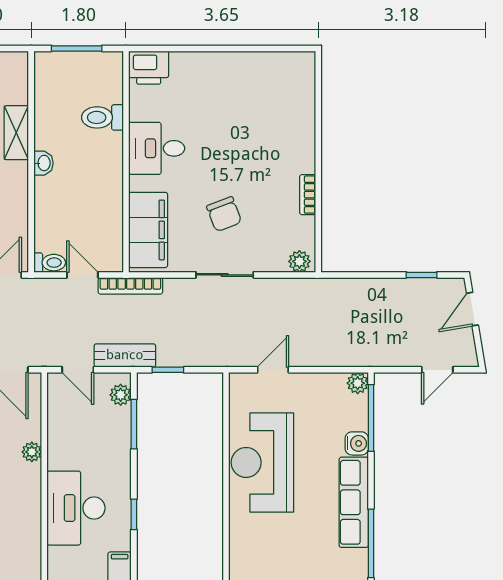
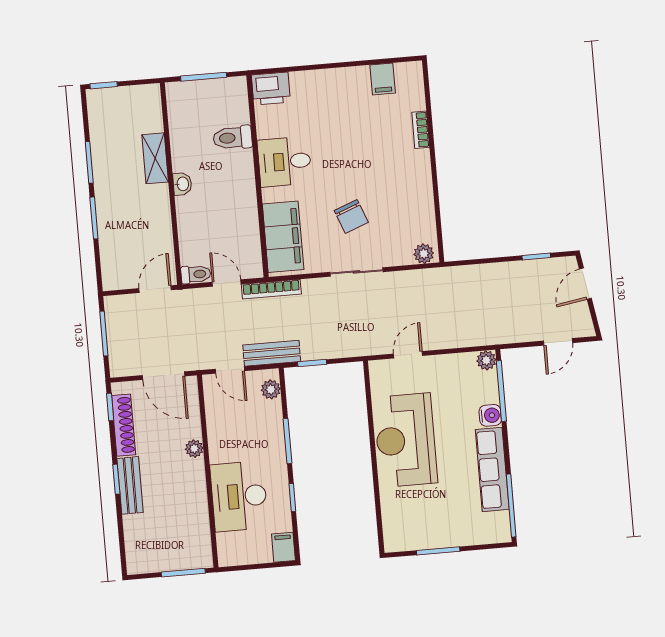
filing cabinet: (271, 68) -> (383, 79), added
bookcase: (308, 195) -> (421, 130), moved
window: (134, 424) -> (288, 441), moved

